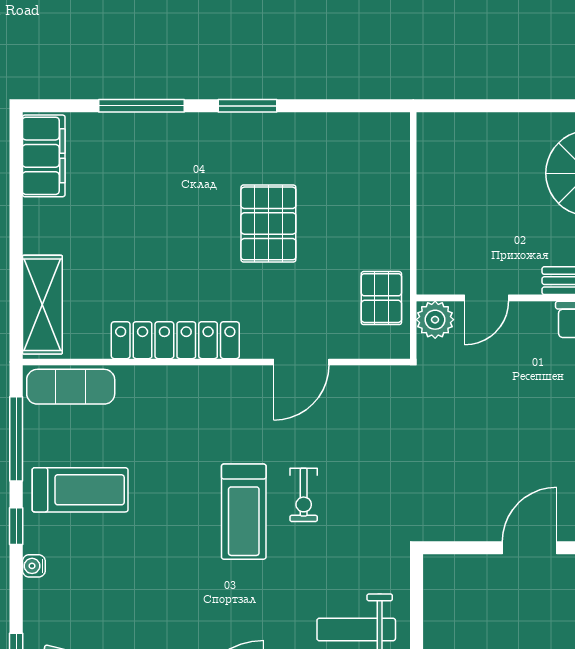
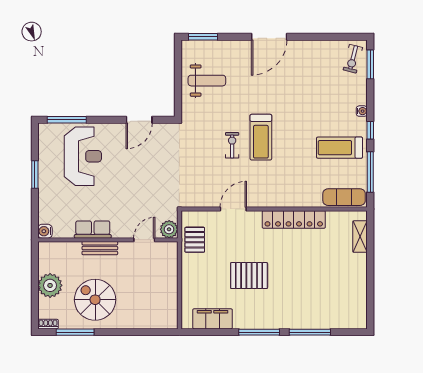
window: (248, 106) -> (259, 332), width x1.44
filing cabinet: (44, 156) -> (213, 319), moved, turned 90
pallet: (268, 223) -> (249, 276), turned 90
shelving: (42, 305) -> (360, 237), width x0.67, depth x0.75
treadmill: (244, 512) -> (261, 137), turned 180
door: (530, 548) -> (139, 120), moved

